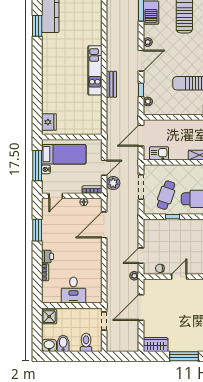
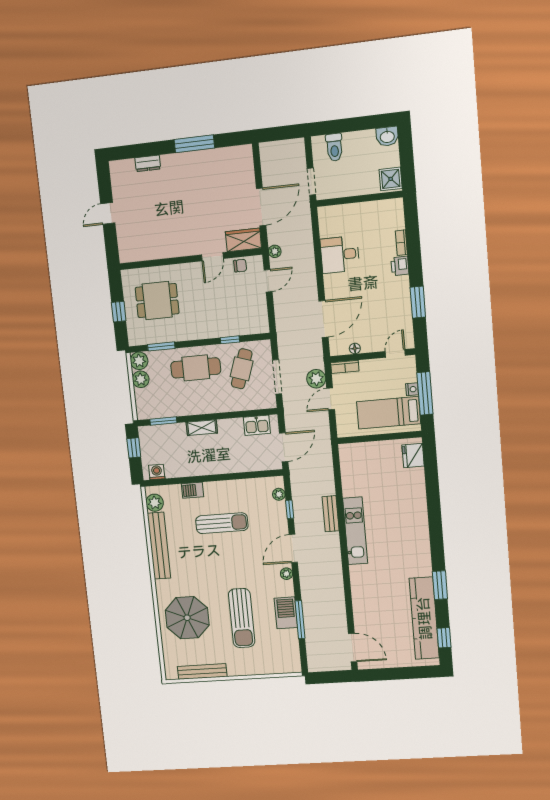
desk: (73, 290) -> (340, 255), moved, turned -90
bidet: (63, 343) -> (367, 142), removed
wardrobe: (156, 345) -> (243, 240), moved, turned 180

